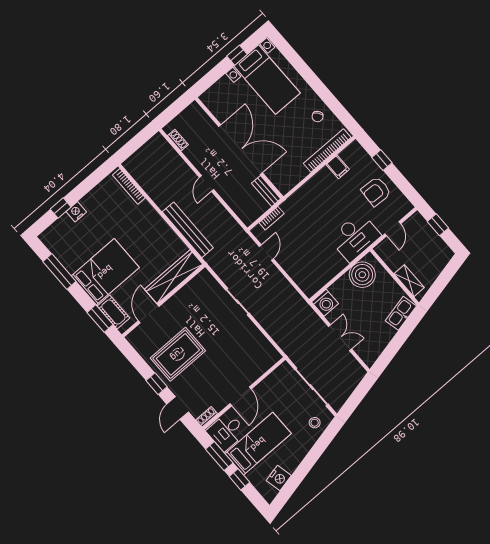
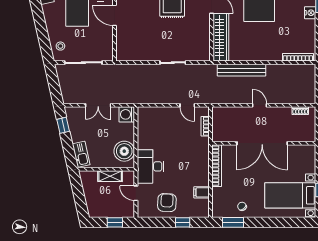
window: (340, 112) -> (233, 222), added
bookcase: (327, 151) -> (217, 166), moved
bench: (266, 191) -> (224, 137), removed
shelving: (409, 281) -> (110, 176), moved
window: (388, 354) -> (63, 125), added

